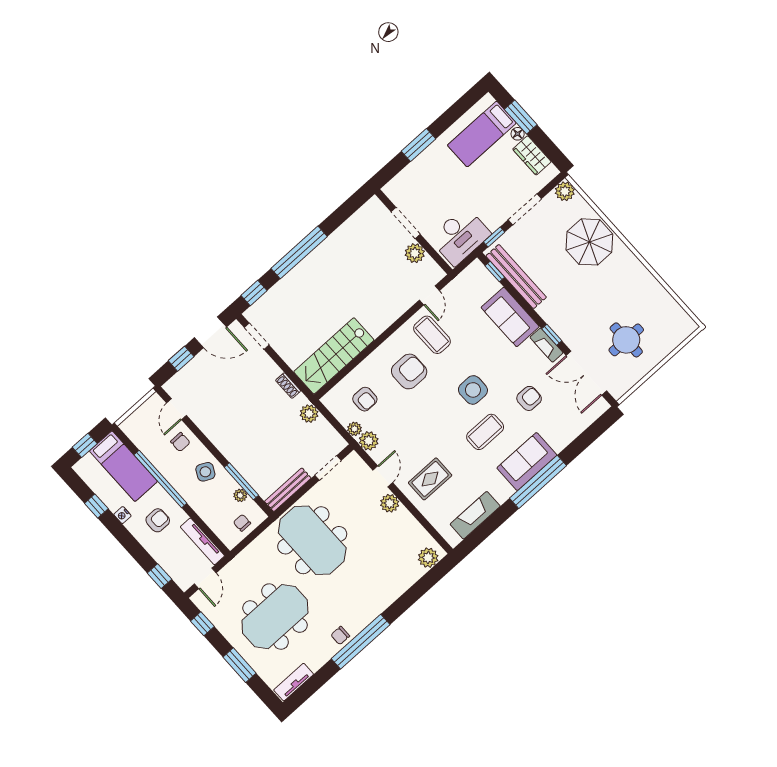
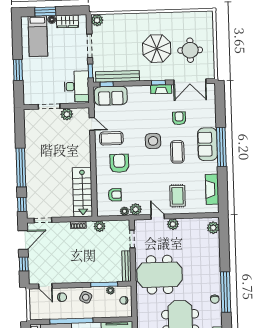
parasol: (589, 242) -> (157, 49), moved
sofa: (510, 317) -> (111, 96), moved

